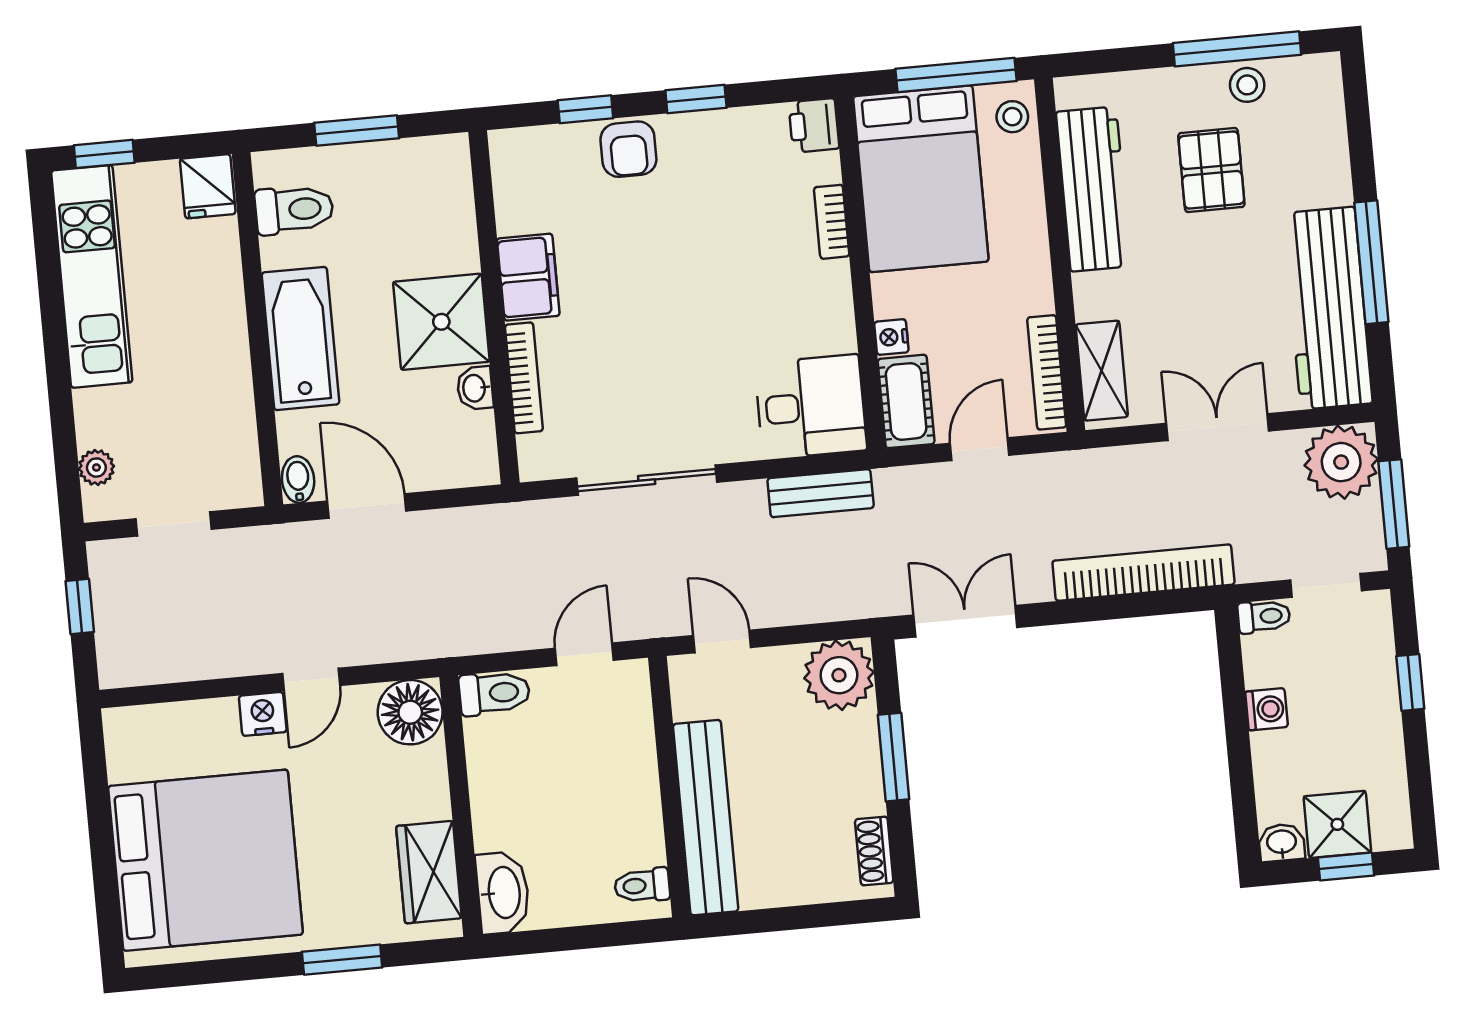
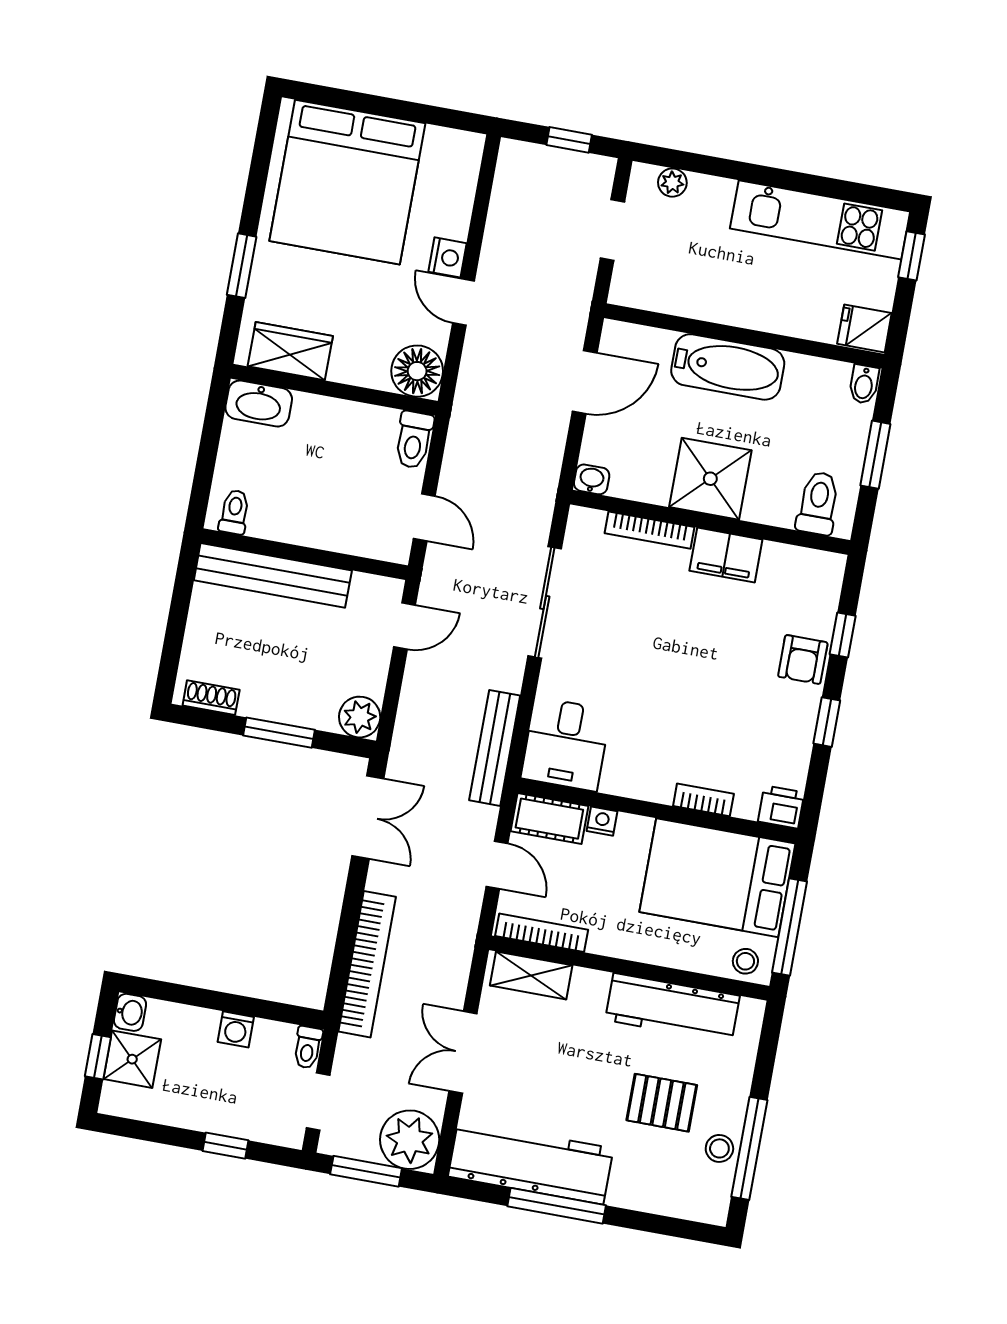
armchair: (628, 149) -> (803, 660), turned -90
toilet: (294, 210) -> (818, 503), moved, turned 180
washbasin: (475, 388) -> (592, 479), moved
double door: (1218, 427) -> (463, 1052), swing flipped
bidet: (298, 480) -> (864, 384), moved, turned 90
bench: (821, 493) -> (495, 748), width x1.36
plant: (839, 675) -> (360, 717), width x0.73, depth x0.73

